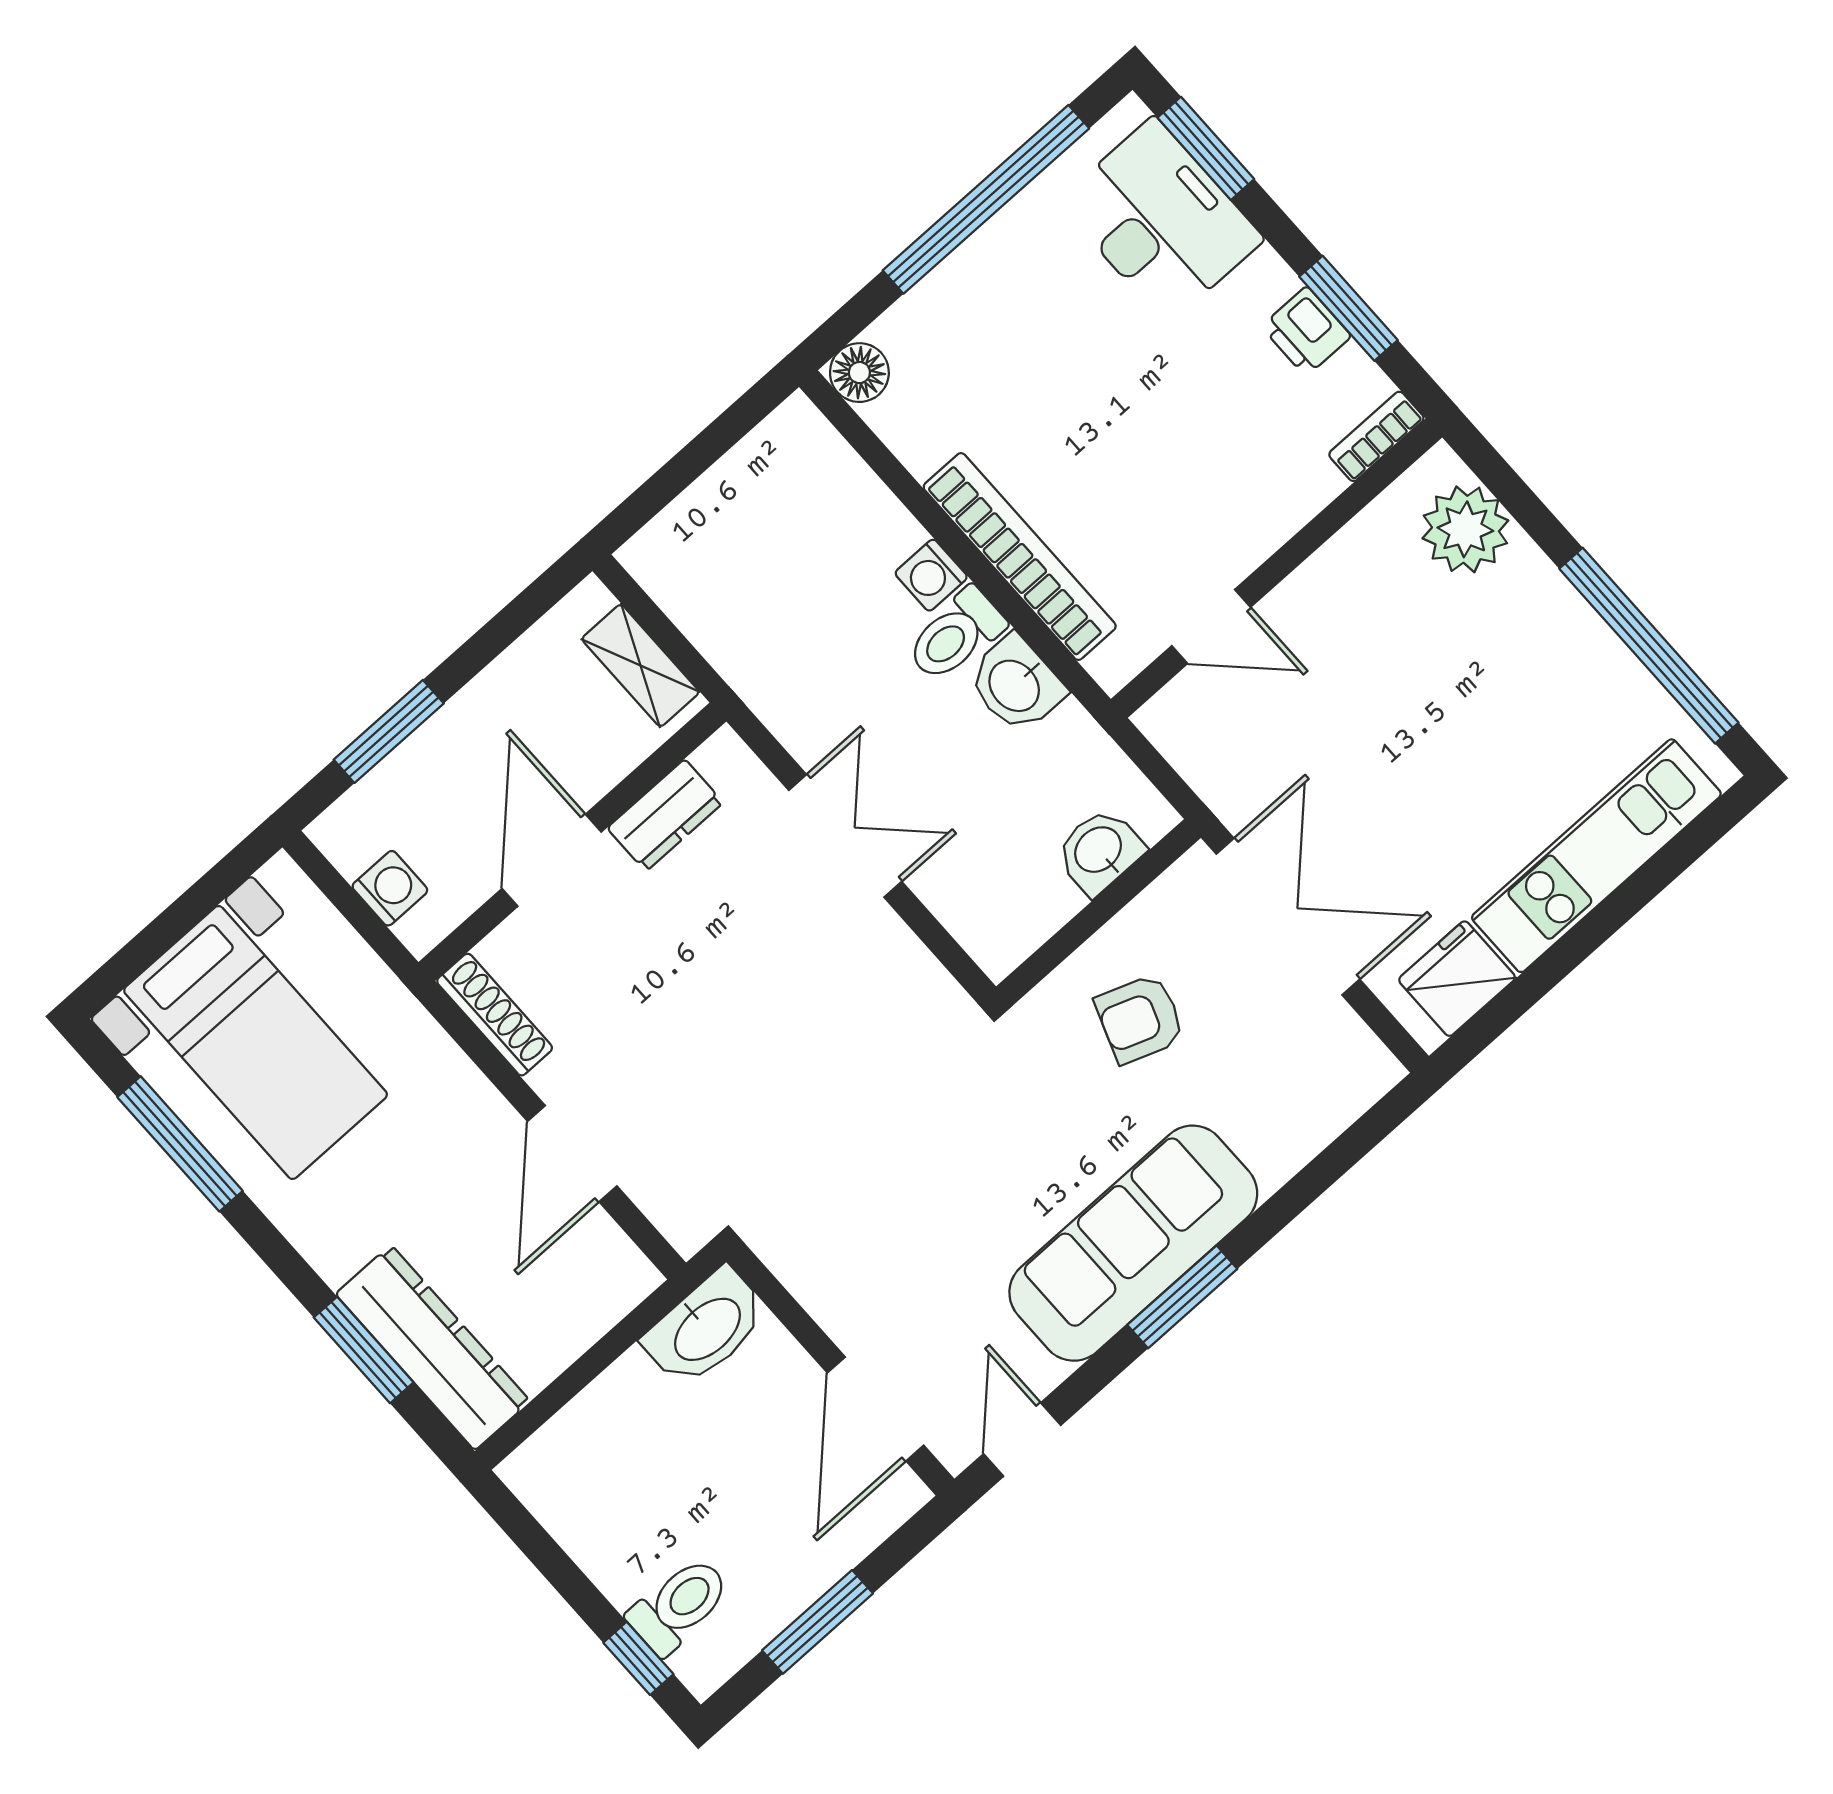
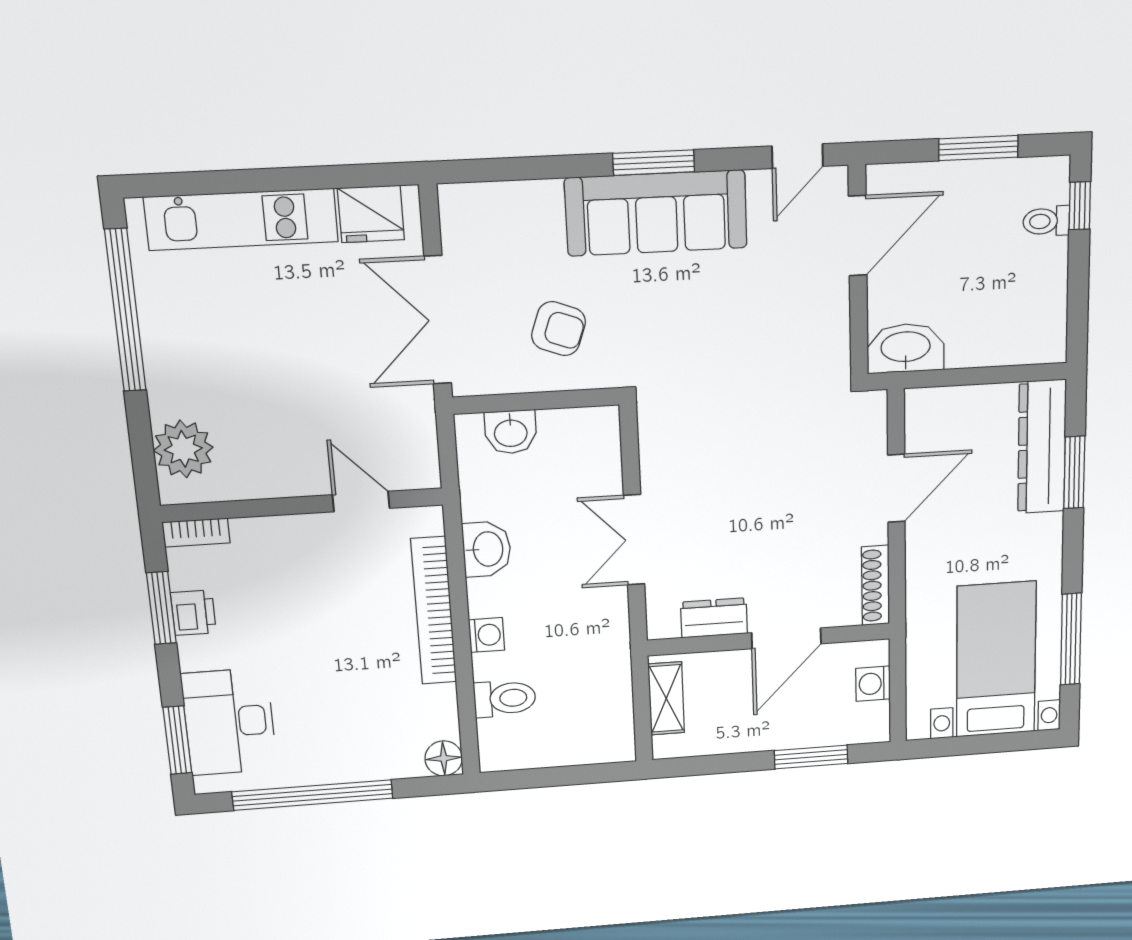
toilet: (956, 635) -> (505, 698), moved
toilet: (679, 1605) -> (1046, 221), width x0.73, depth x0.72

